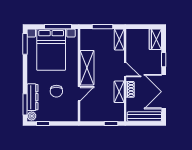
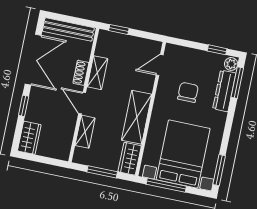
wardrobe: (86, 39) -> (130, 159), added
shelving: (119, 39) -> (85, 132), moved
door: (79, 94) -> (160, 65), moved

